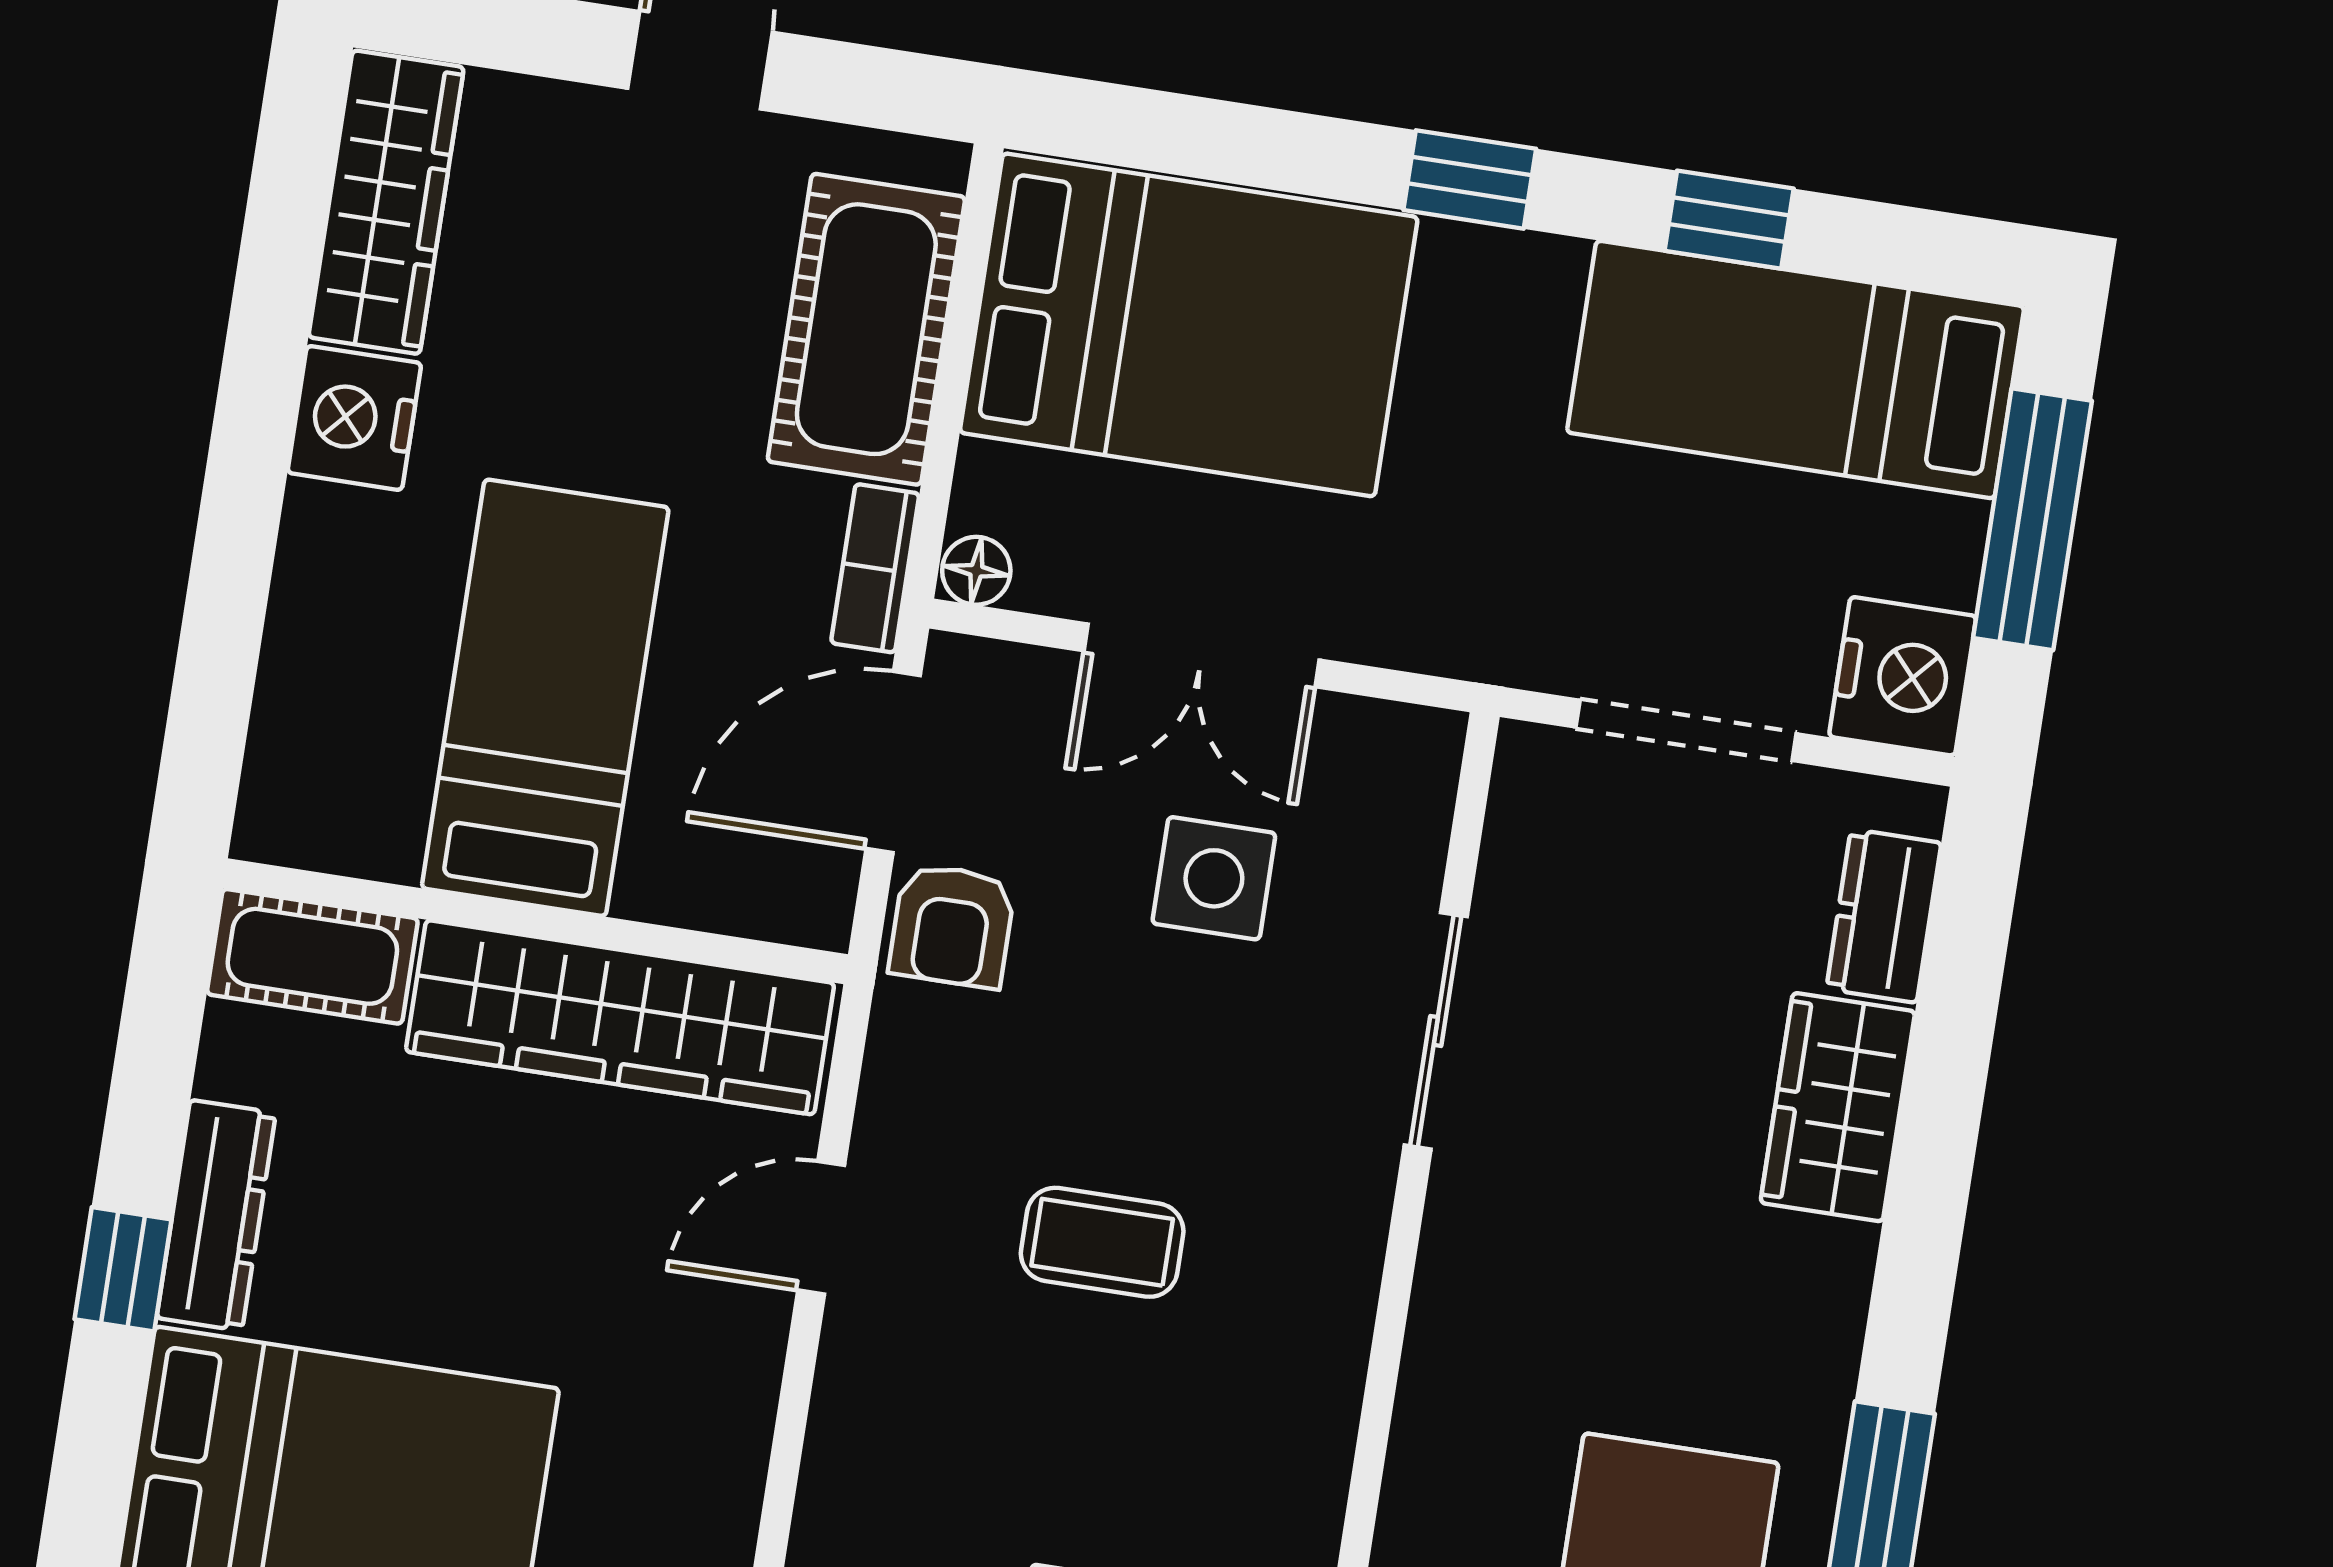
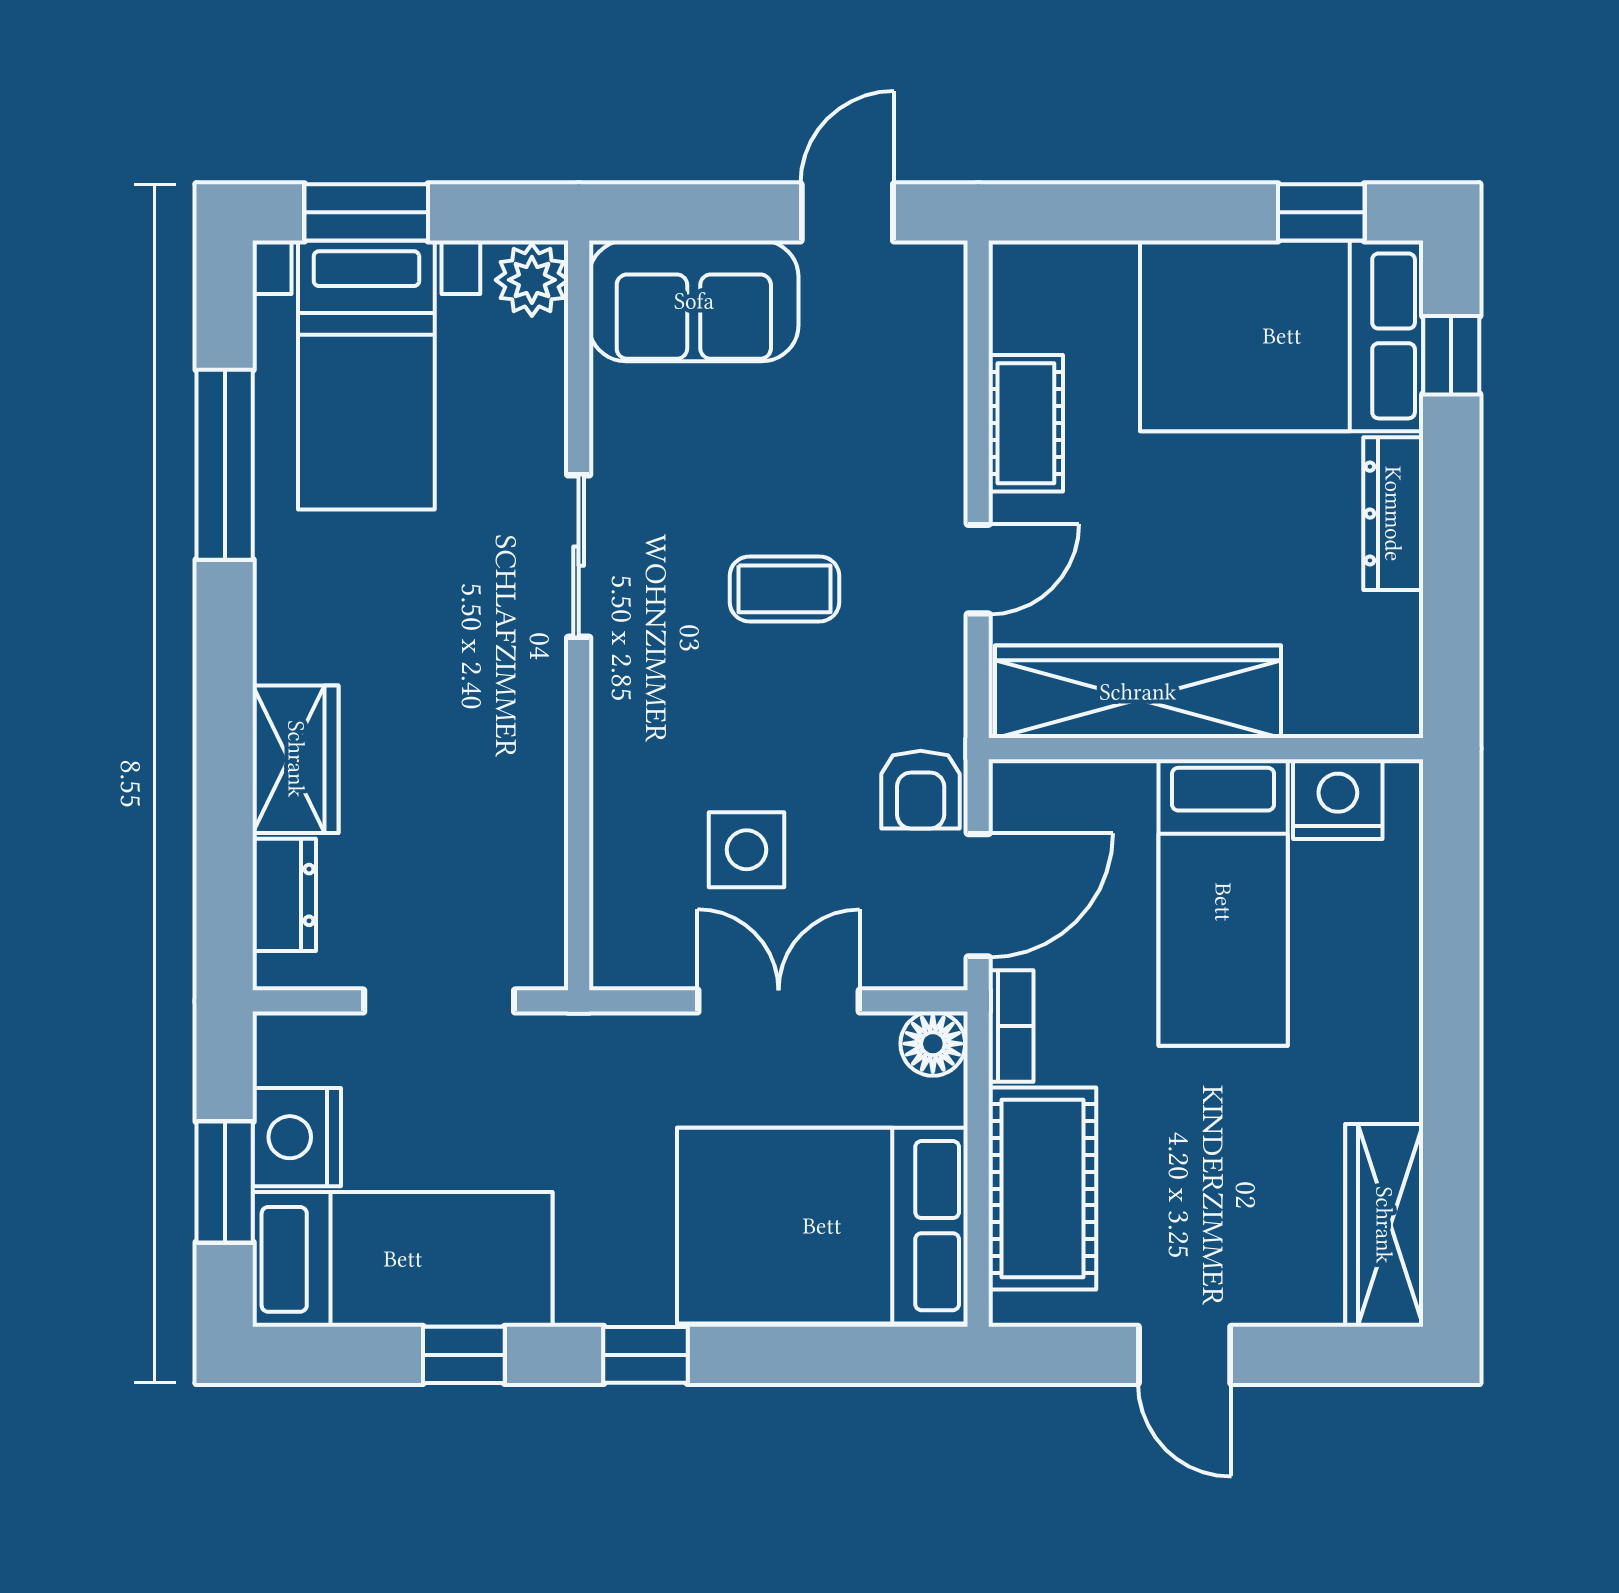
nightstand: (354, 418) -> (1338, 799), moved, turned -90
window: (2032, 519) -> (225, 1182), width x0.69
floor lamp: (976, 571) -> (933, 1044), width x1.37, depth x1.37
nightstand: (1903, 676) -> (297, 1137), moved
armchair: (952, 926) -> (921, 790), turned 180
cot: (312, 956) -> (1026, 423), moved, turned 90
sliding door: (1436, 1031) -> (579, 556), moved
window: (123, 1269) -> (1451, 355), moved

